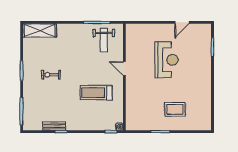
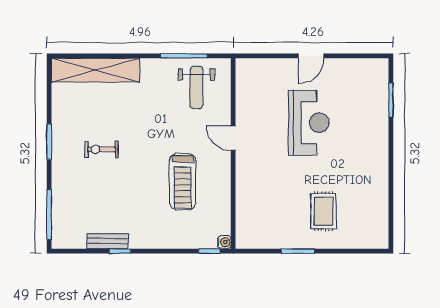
door: (182, 22) -> (311, 56), moved
shelving: (40, 30) -> (96, 70), width x1.47
treadmill: (96, 93) -> (183, 181), turned -90
rug: (175, 109) -> (324, 211), turned 90

